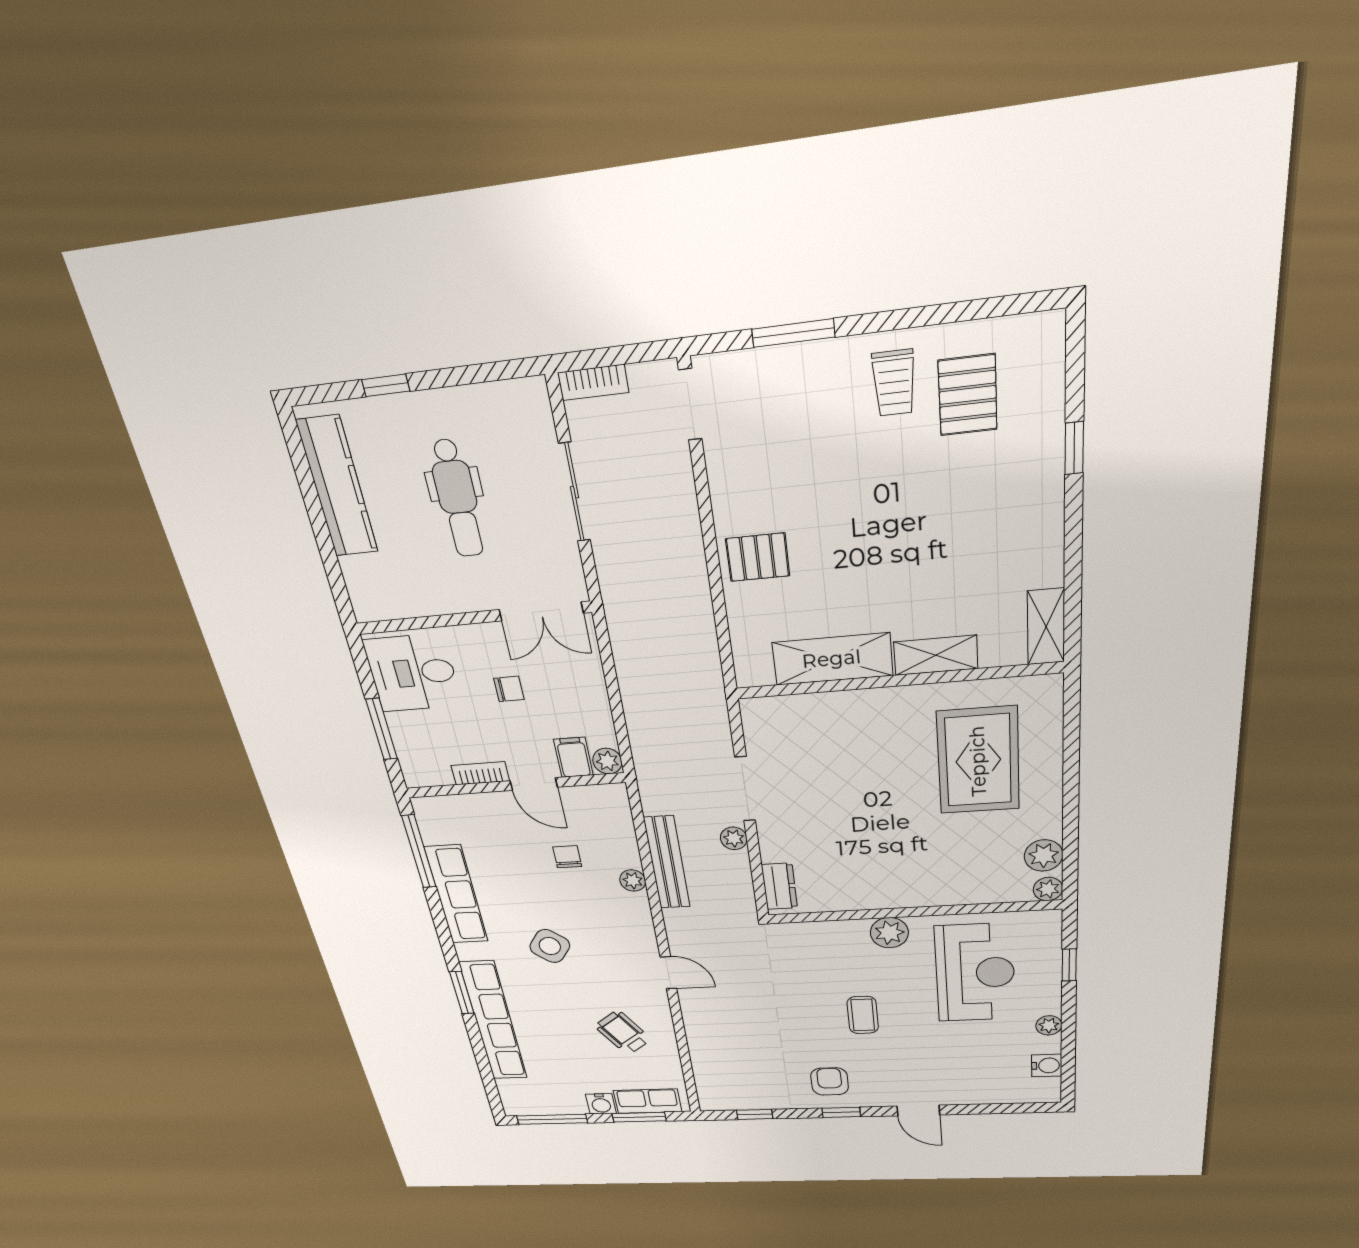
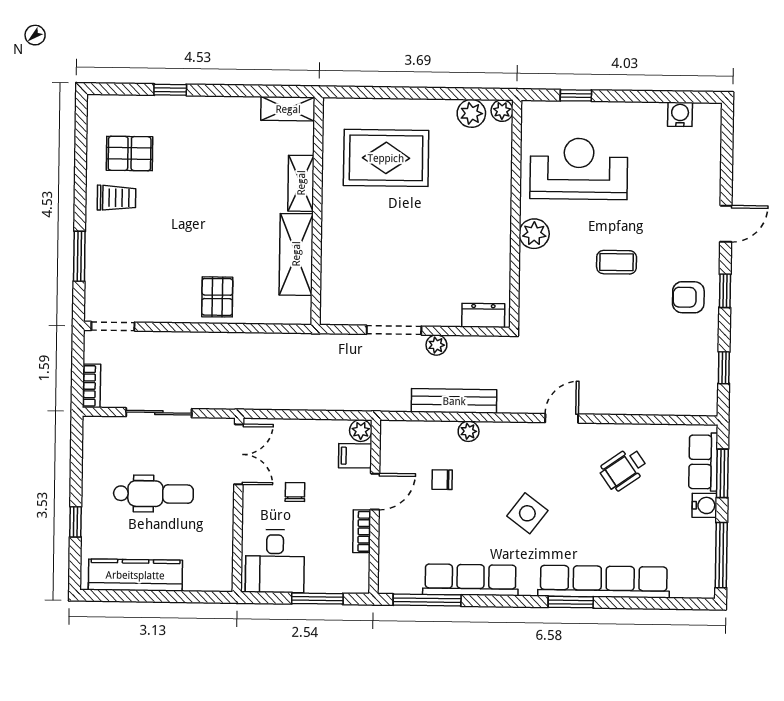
plant: (1049, 1025) -> (637, 112), removed

